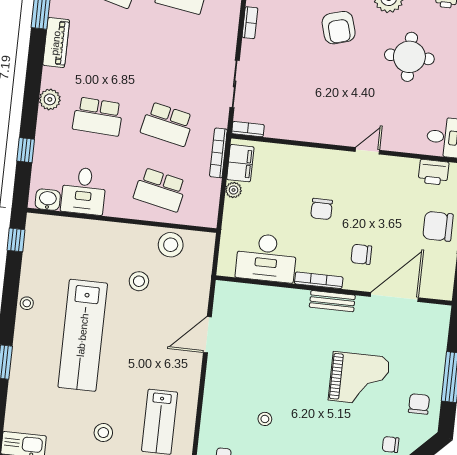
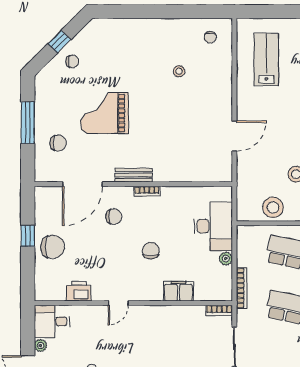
filing cabinet: (240, 163) -> (179, 291), moved, turned 90
printer: (433, 172) -> (79, 291), moved
desk: (266, 258) -> (213, 226), moved, turned 90
bookcase: (319, 280) -> (147, 191), width x0.64
chair: (419, 404) -> (58, 143), moved, turned -90

